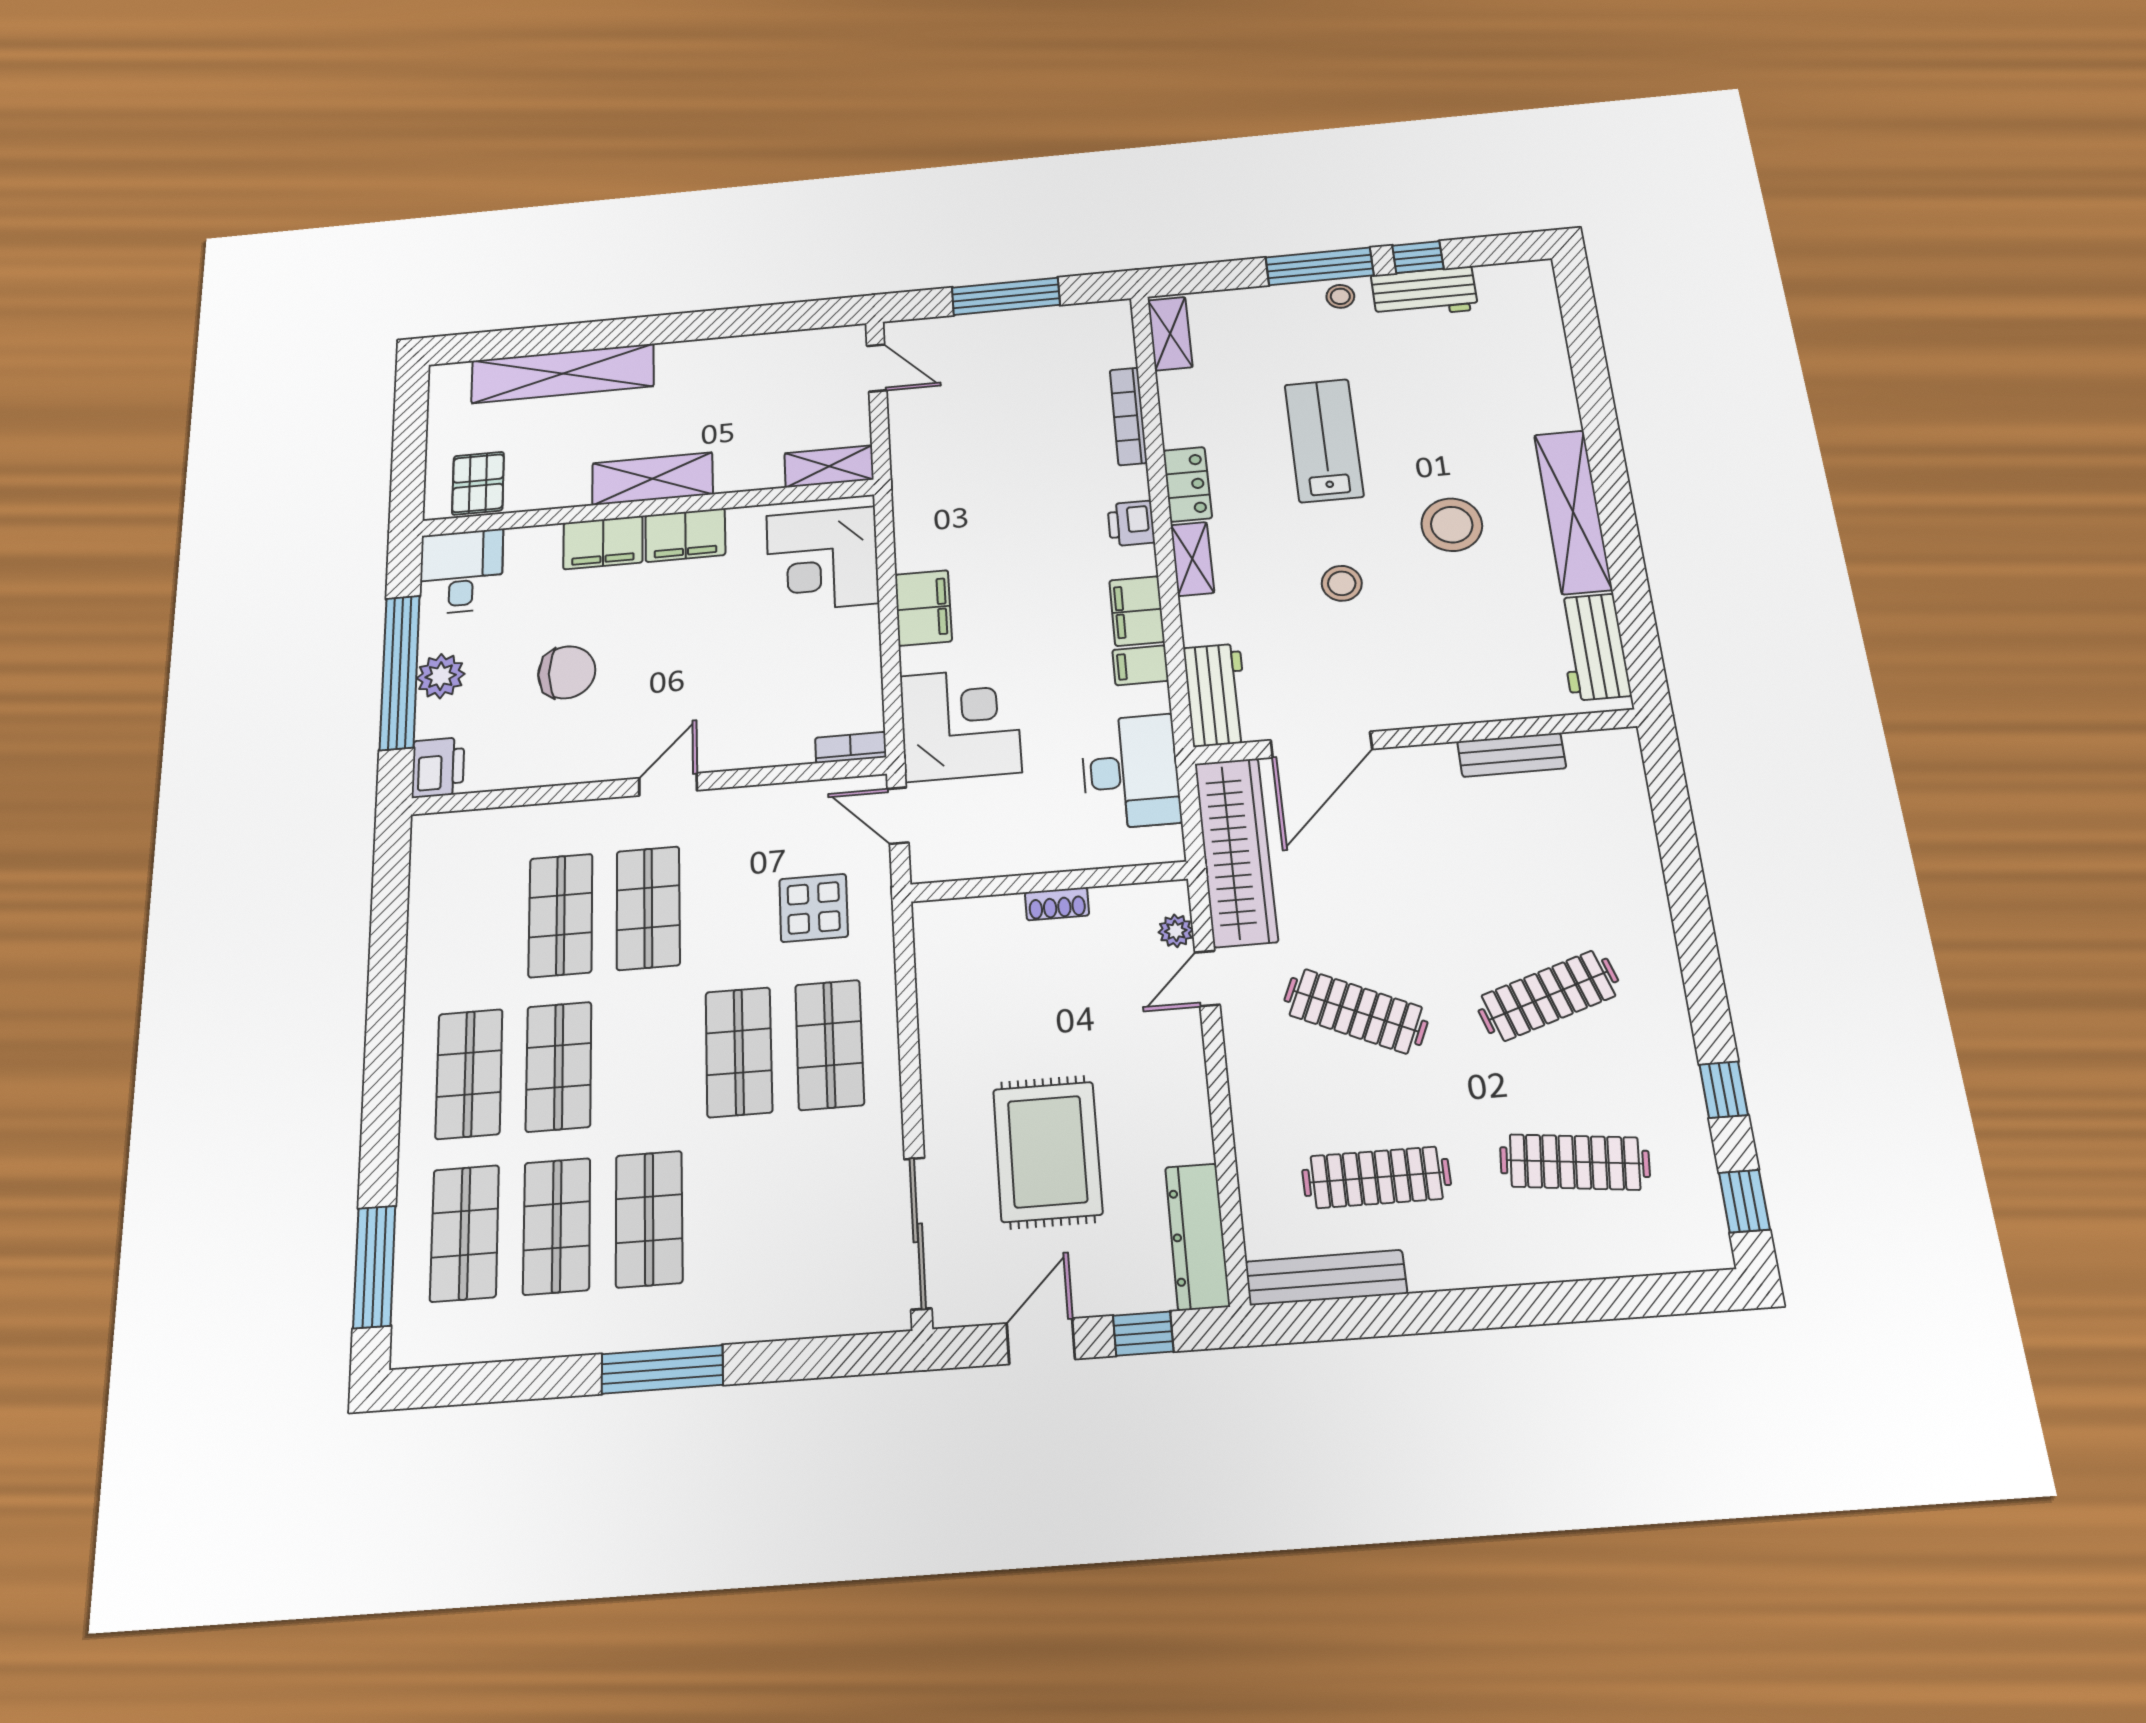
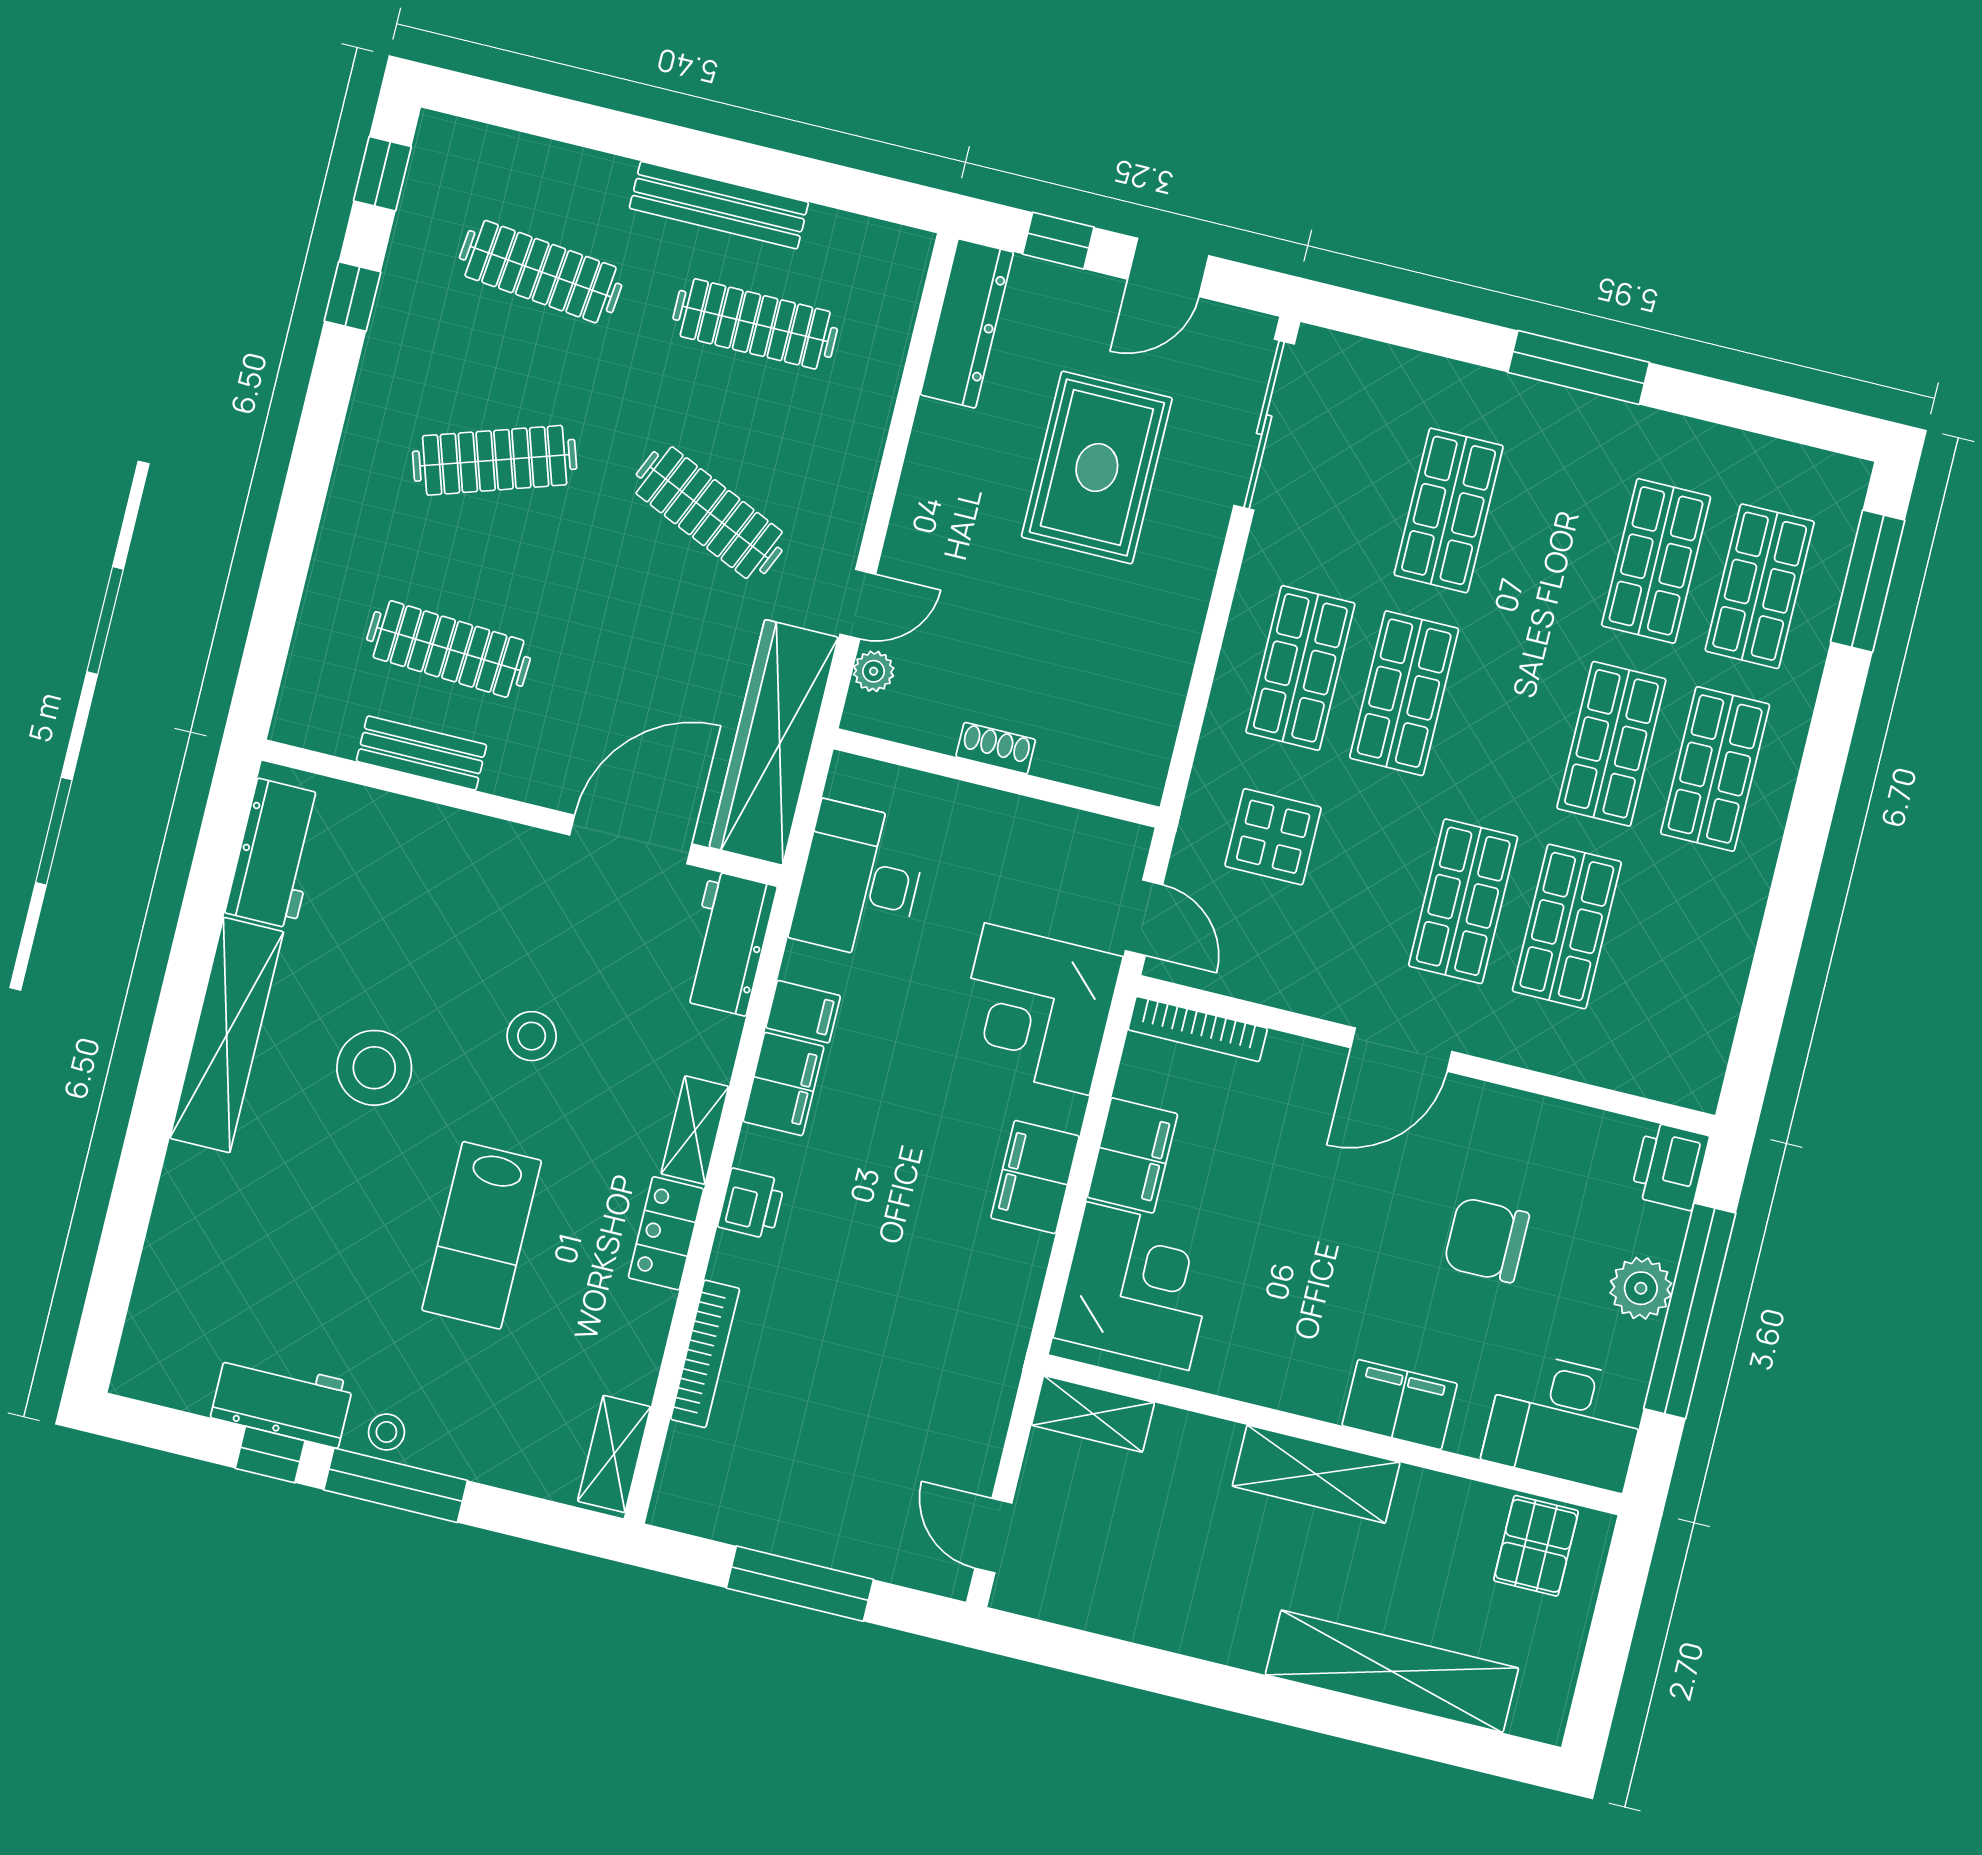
filing cabinet: (685, 535) -> (1132, 1155), moved, turned 90
desk: (461, 572) -> (1565, 1421), width x1.37
bookcase: (851, 747) -> (1198, 1029), width x1.56
door: (668, 784) -> (1401, 1050), width x1.38
clothes rail: (1523, 838) -> (449, 649), added
shop shelf: (649, 1219) -> (1449, 510), moved
bench: (1326, 1278) -> (719, 205), moved

